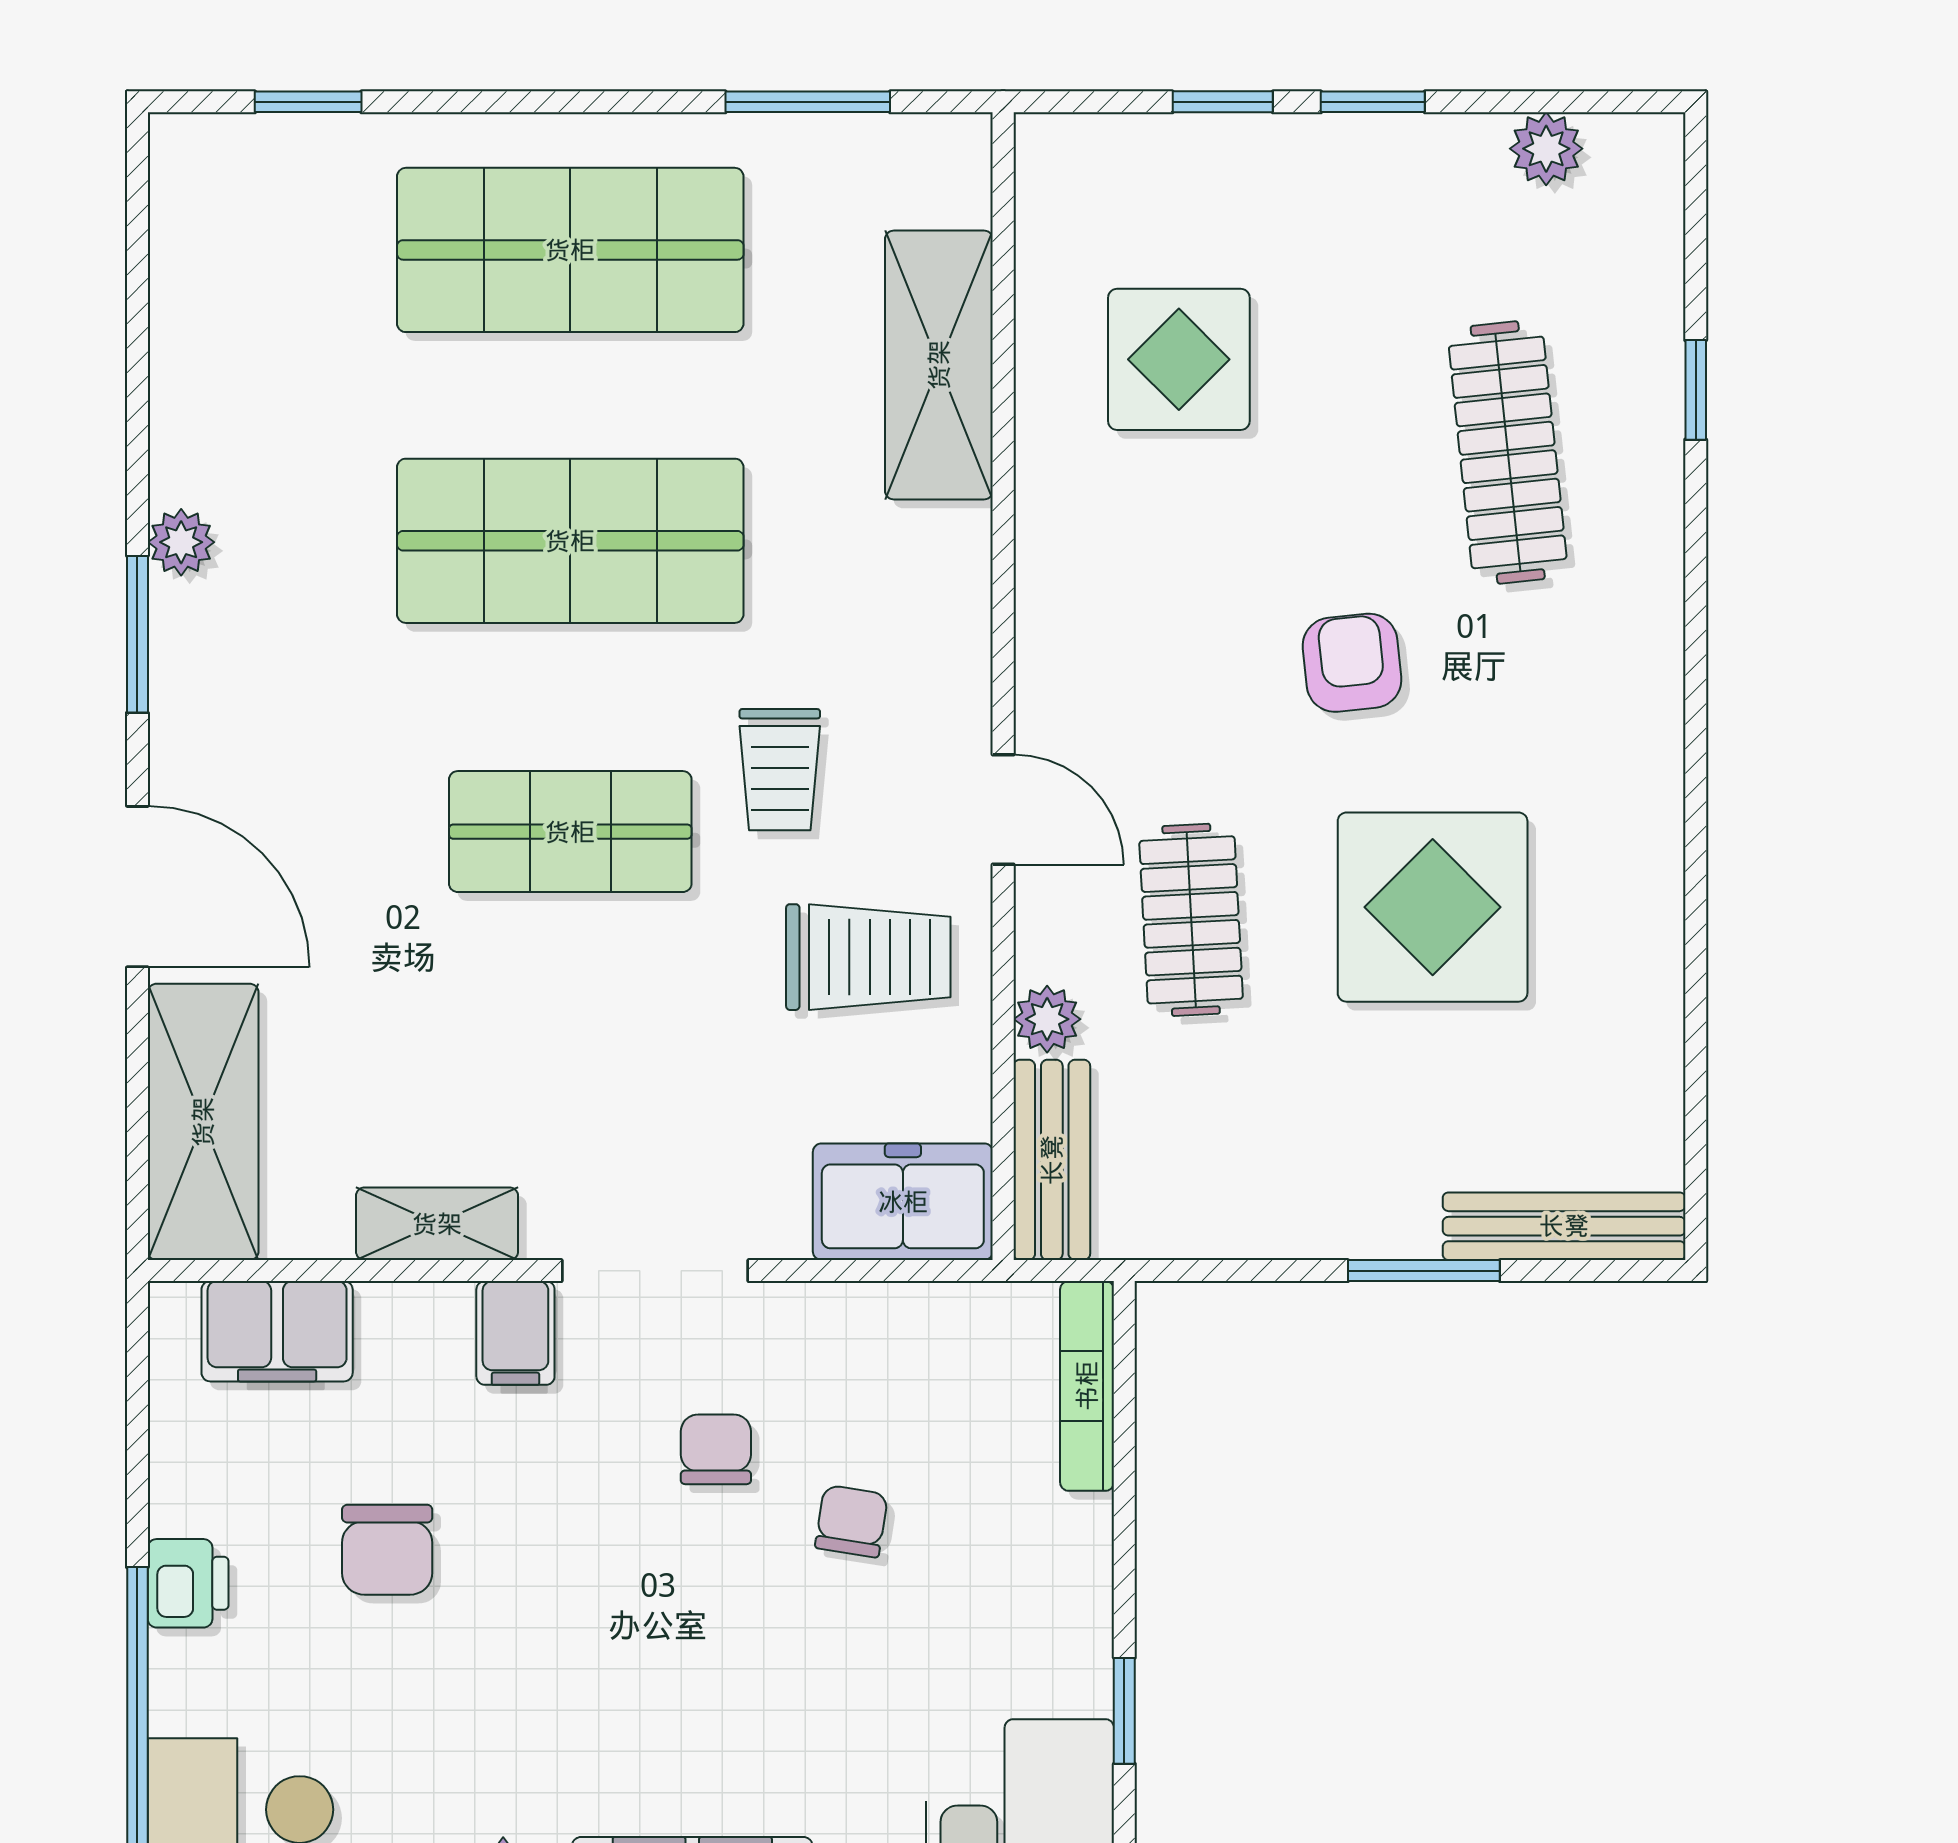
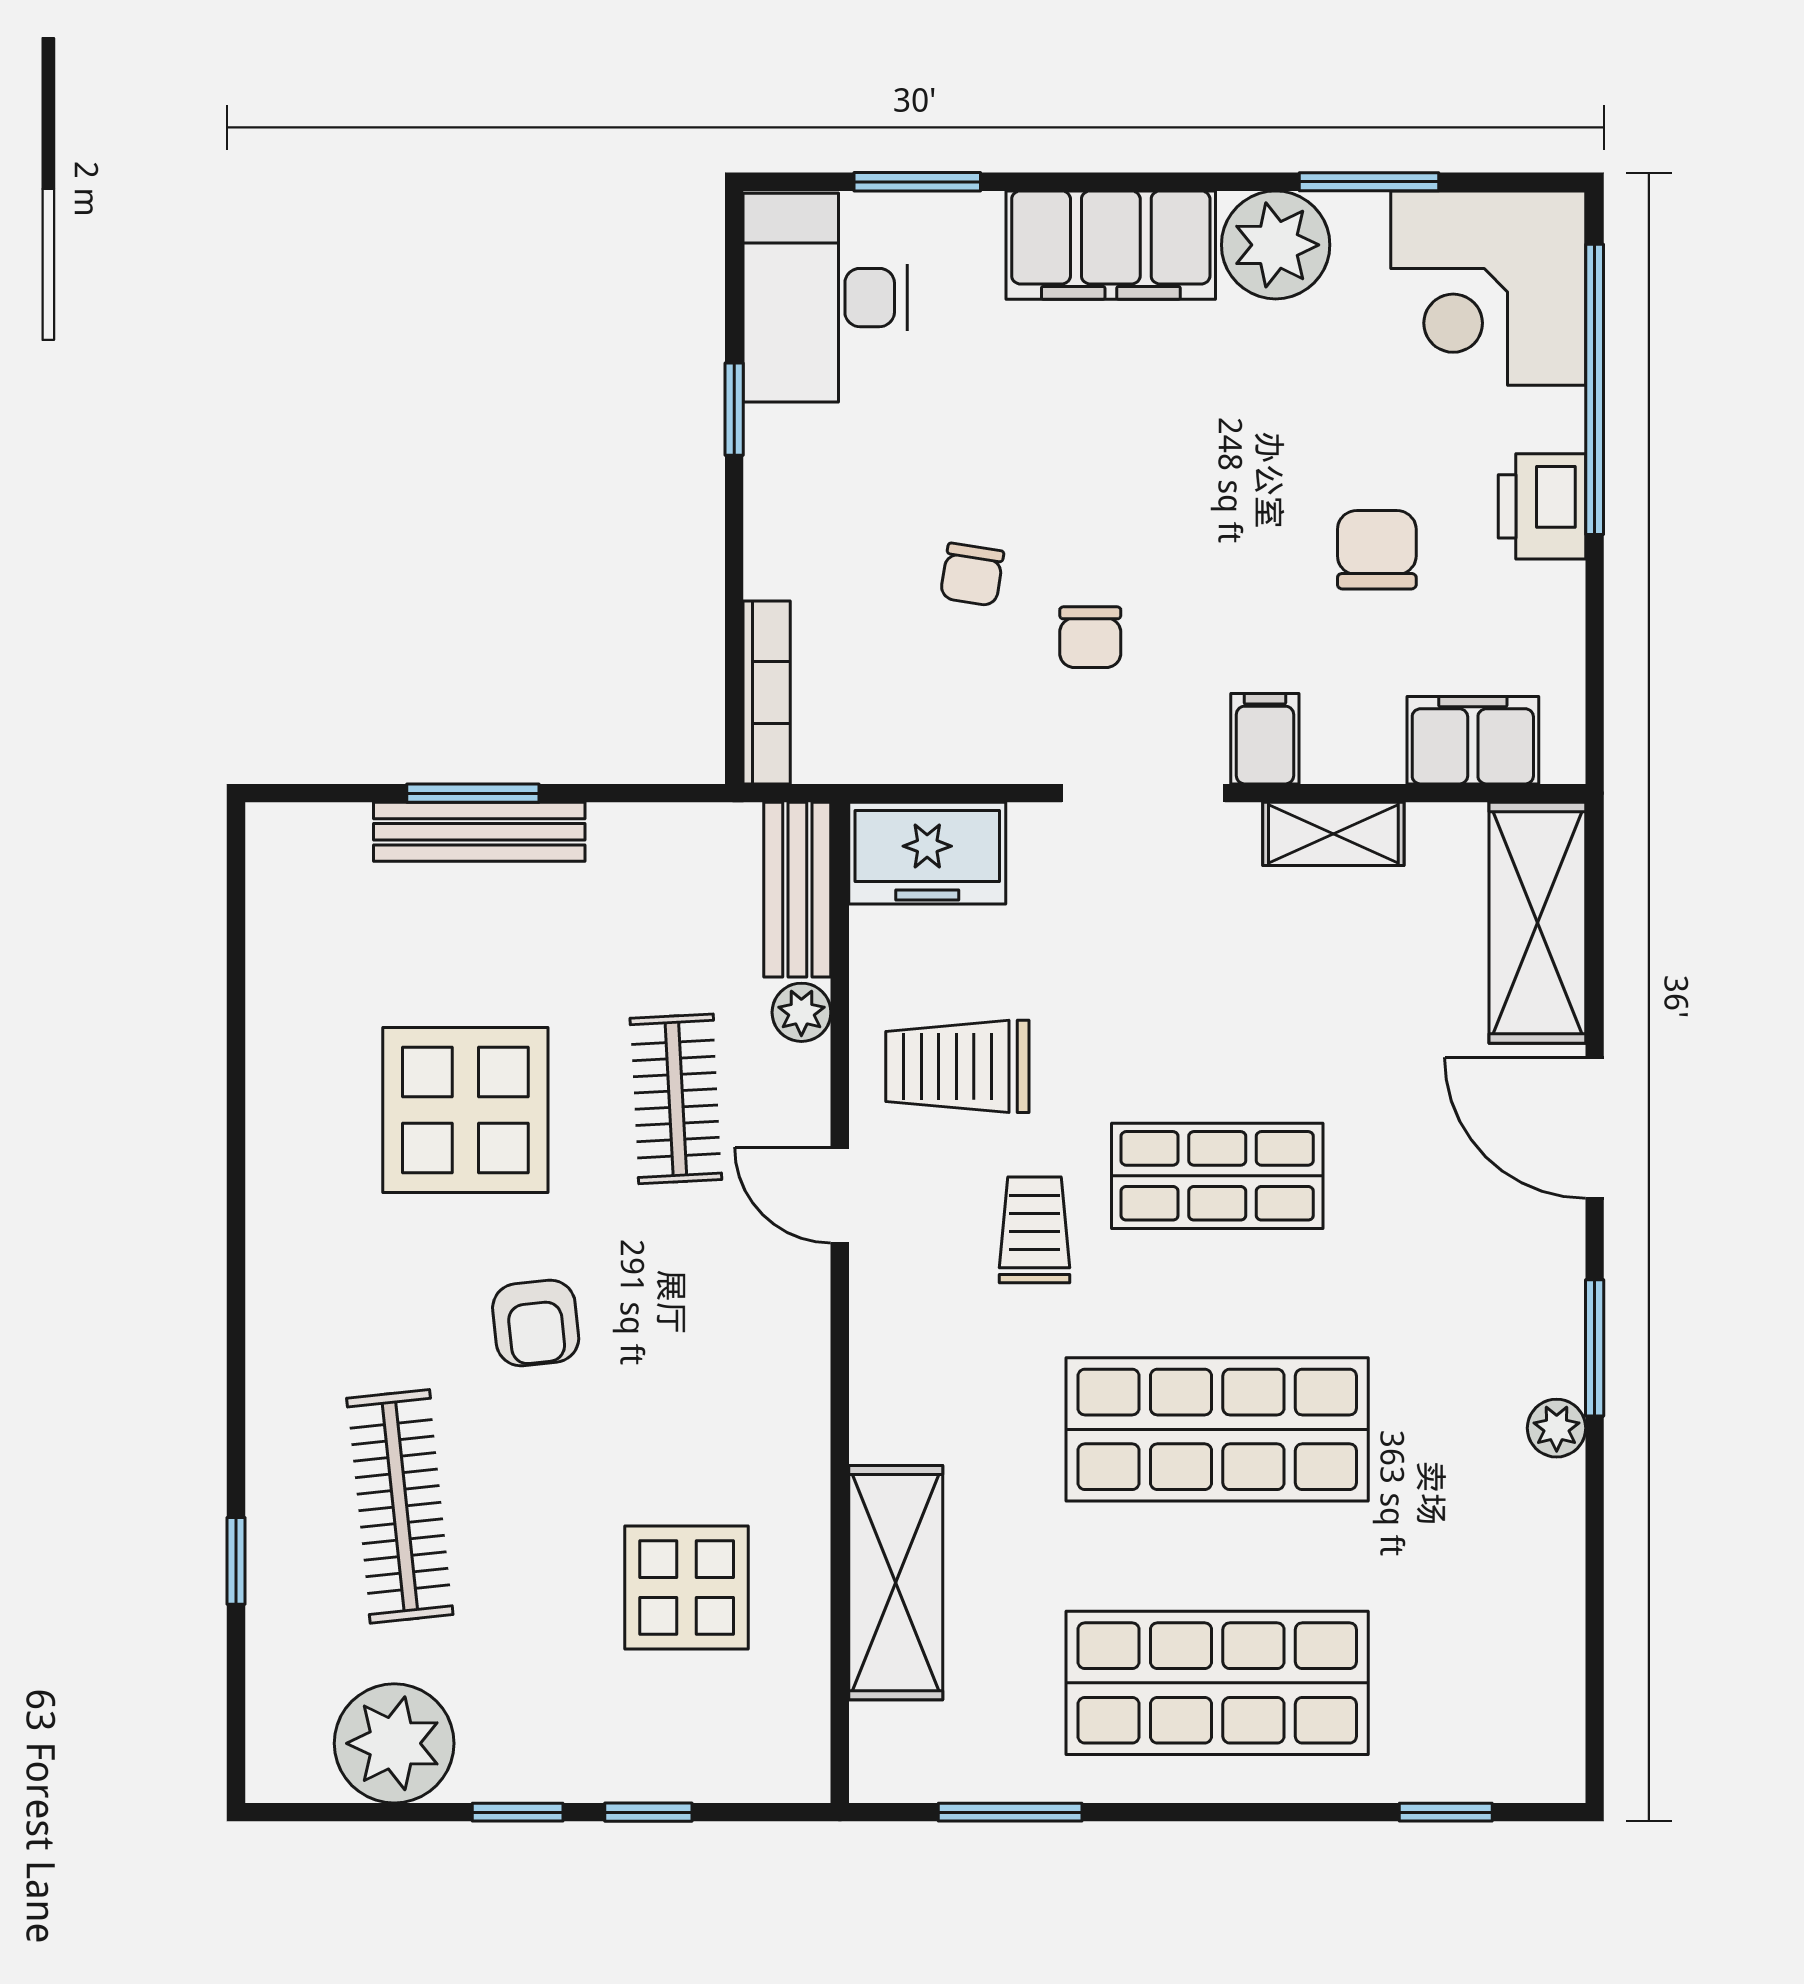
plant: (1546, 149) -> (394, 1743), width x1.88, depth x1.88
bench: (1564, 1226) -> (479, 832), moved
printer: (188, 1583) -> (1542, 506), width x1.36, depth x1.24

